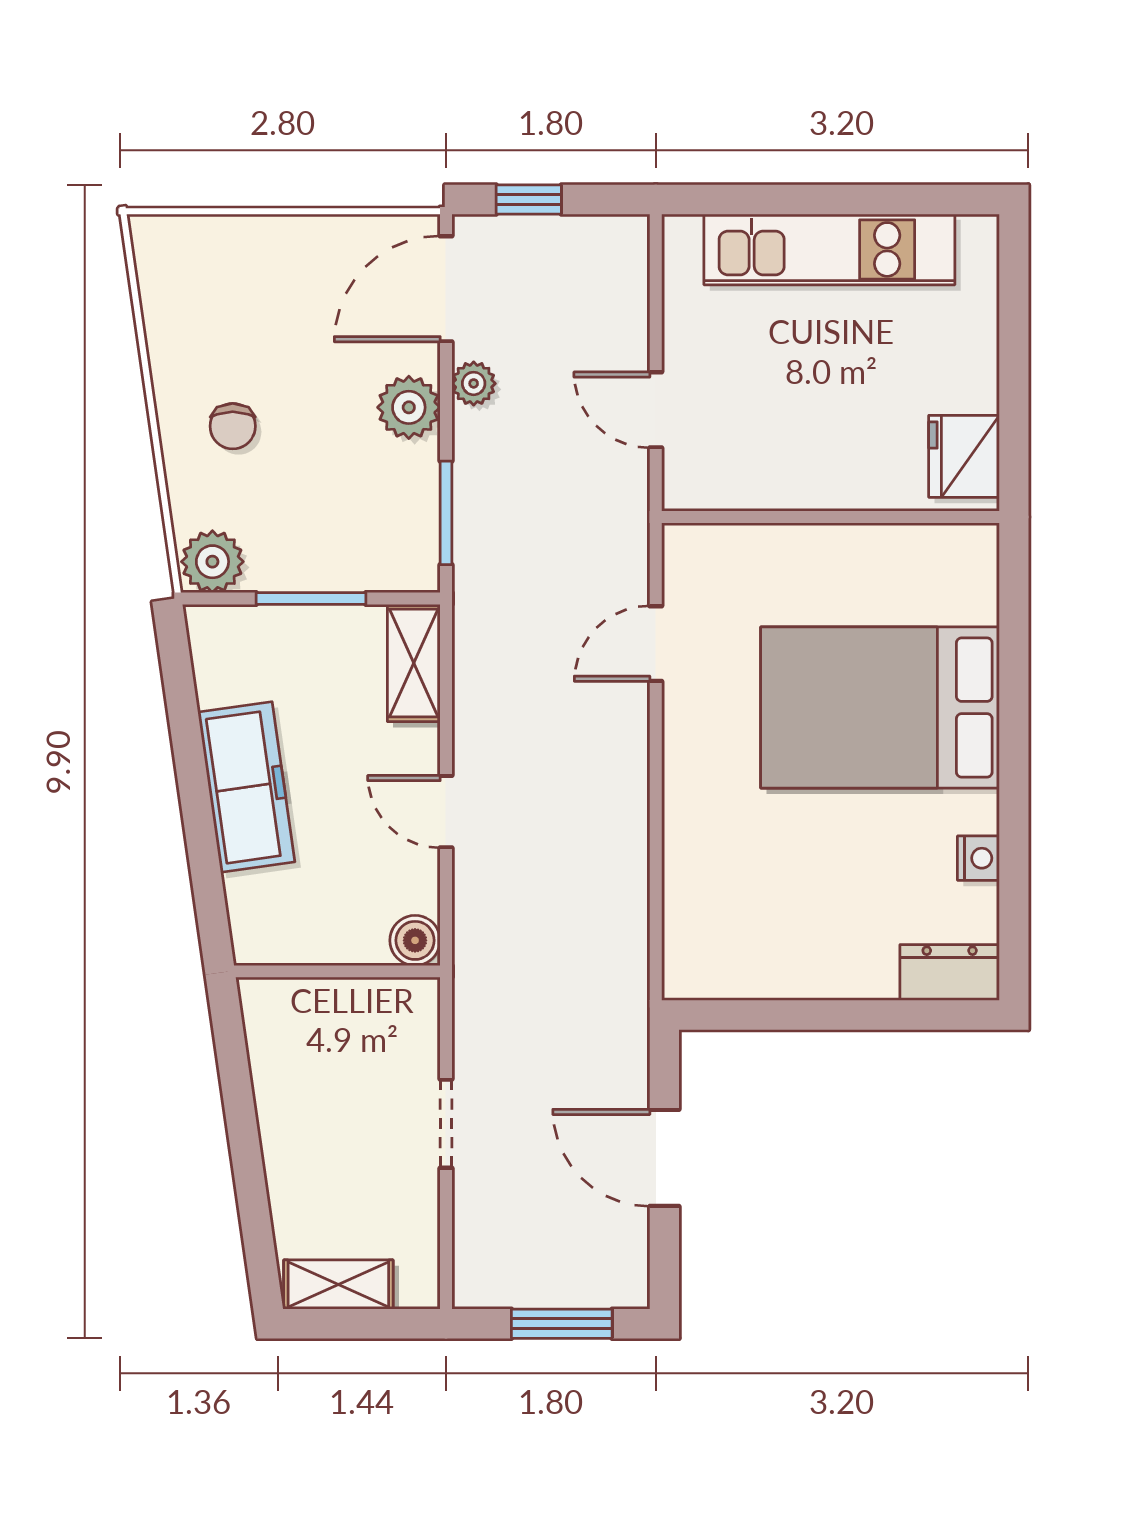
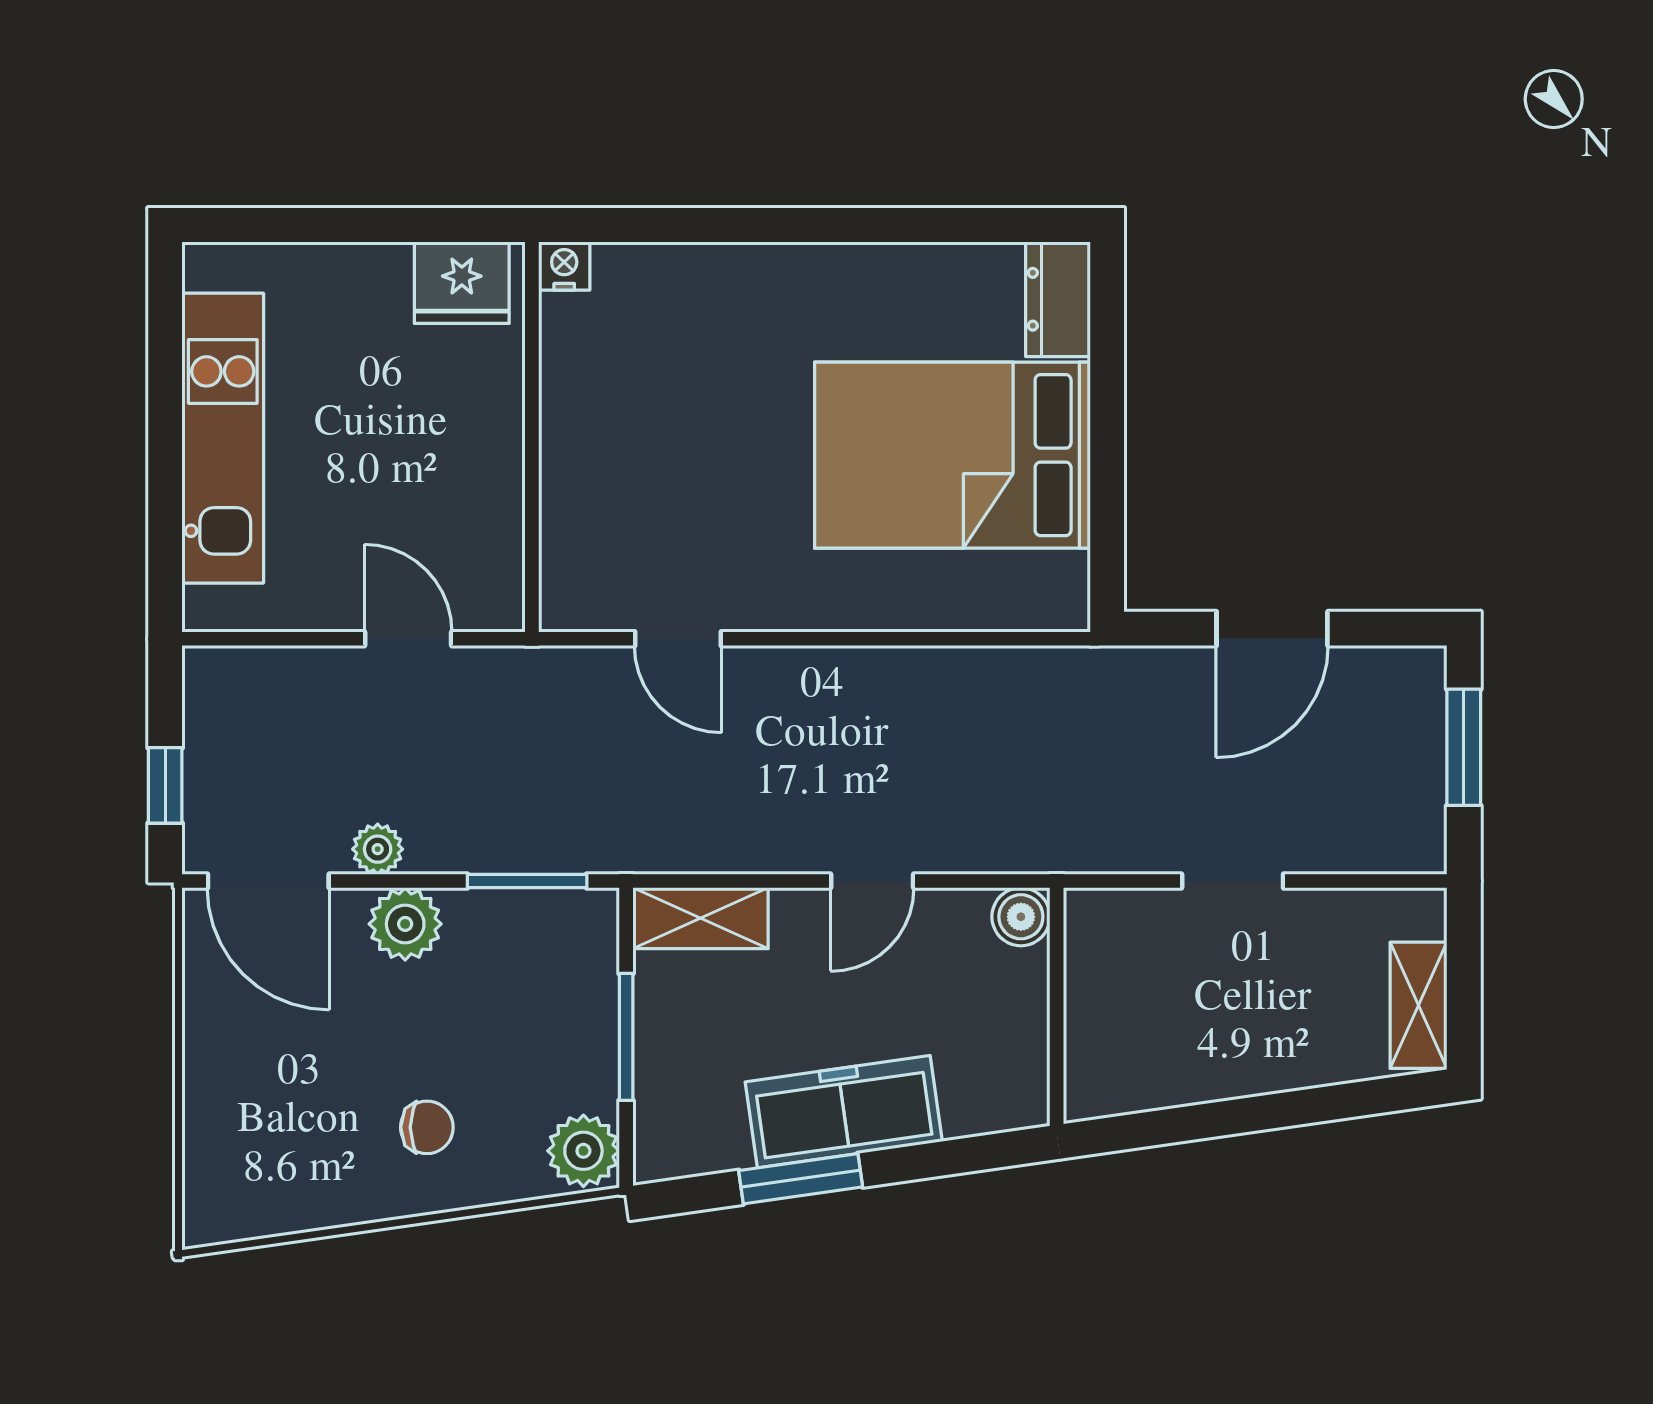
door: (656, 410) -> (408, 639), swing flipped
bed: (880, 708) -> (952, 455), moved, turned 90
window: (188, 750) -> (801, 1179), added
nightstand: (978, 858) -> (564, 266), moved

